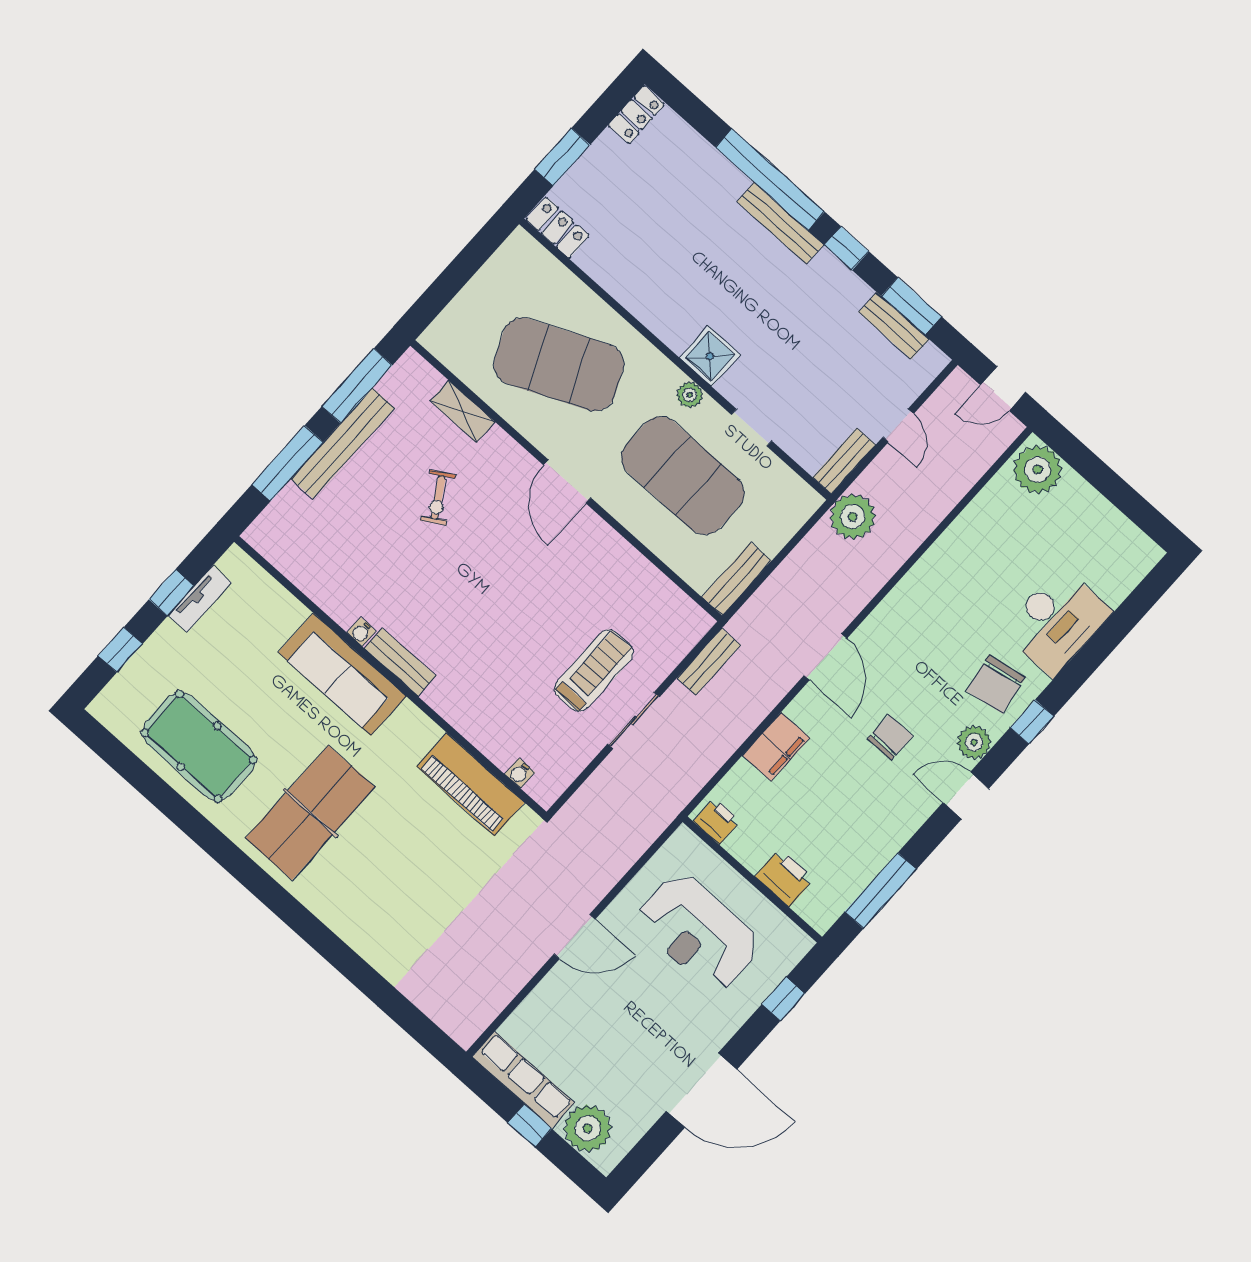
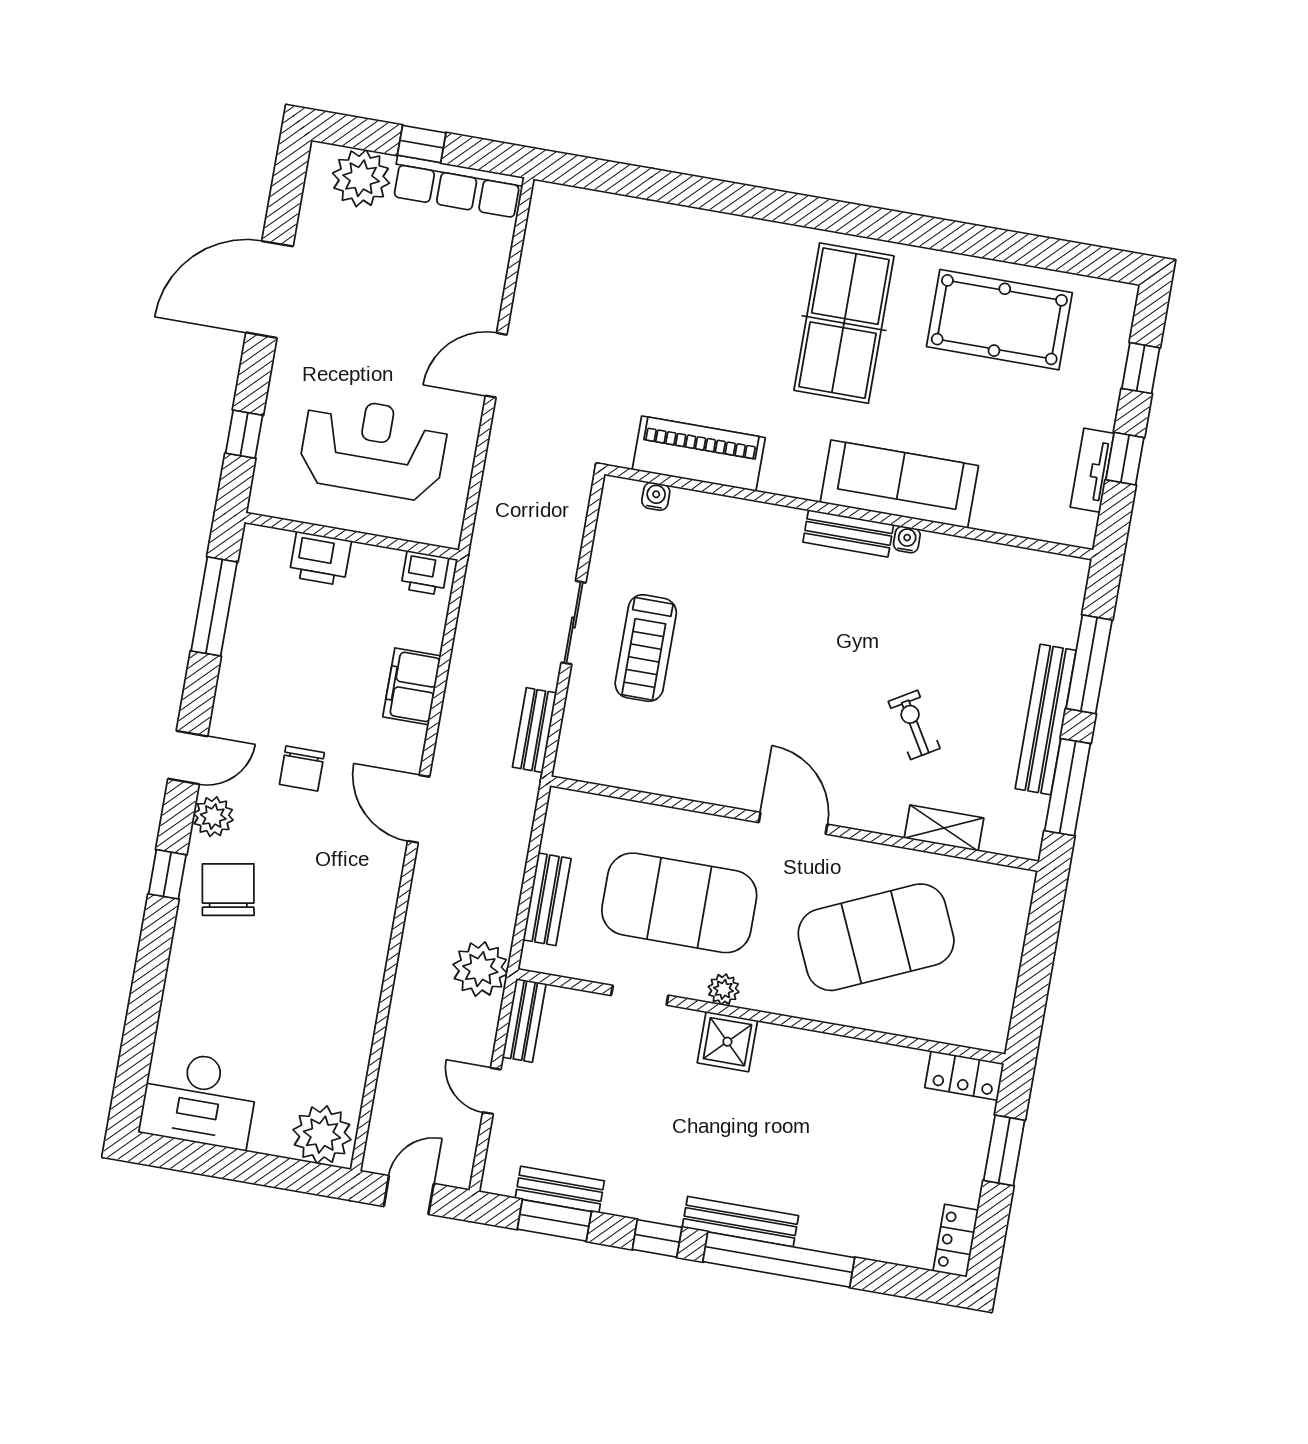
bench: (737, 579) -> (547, 899), moved
desk: (1057, 621) -> (199, 1099), moved, turned -90

